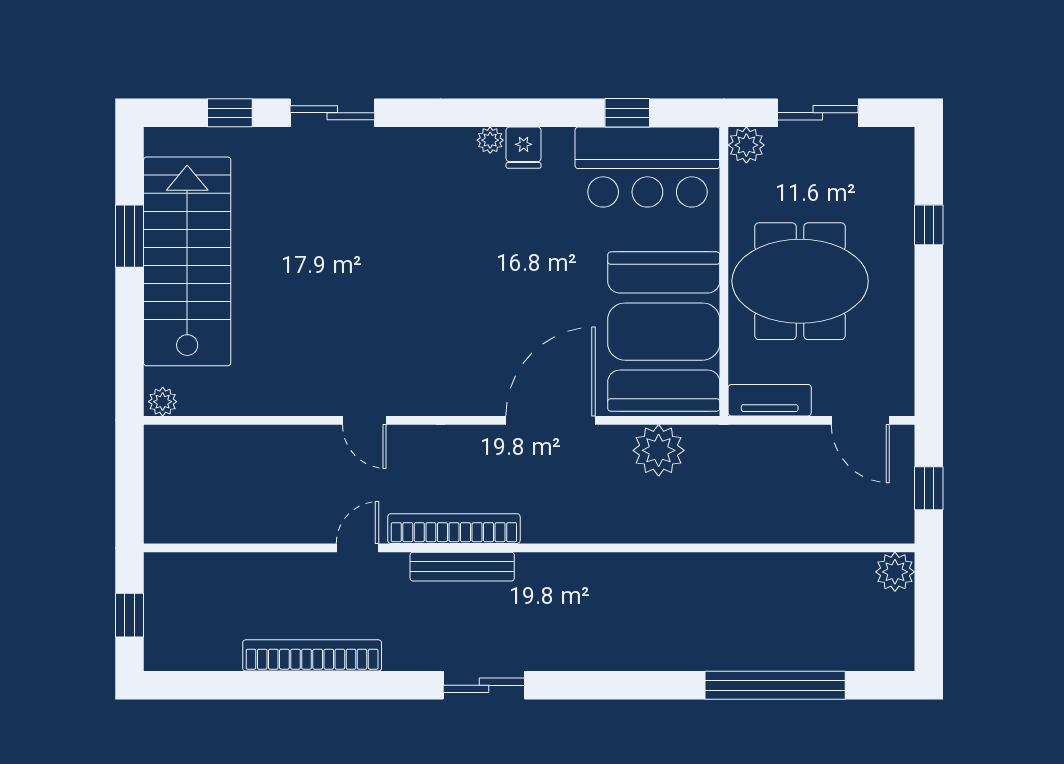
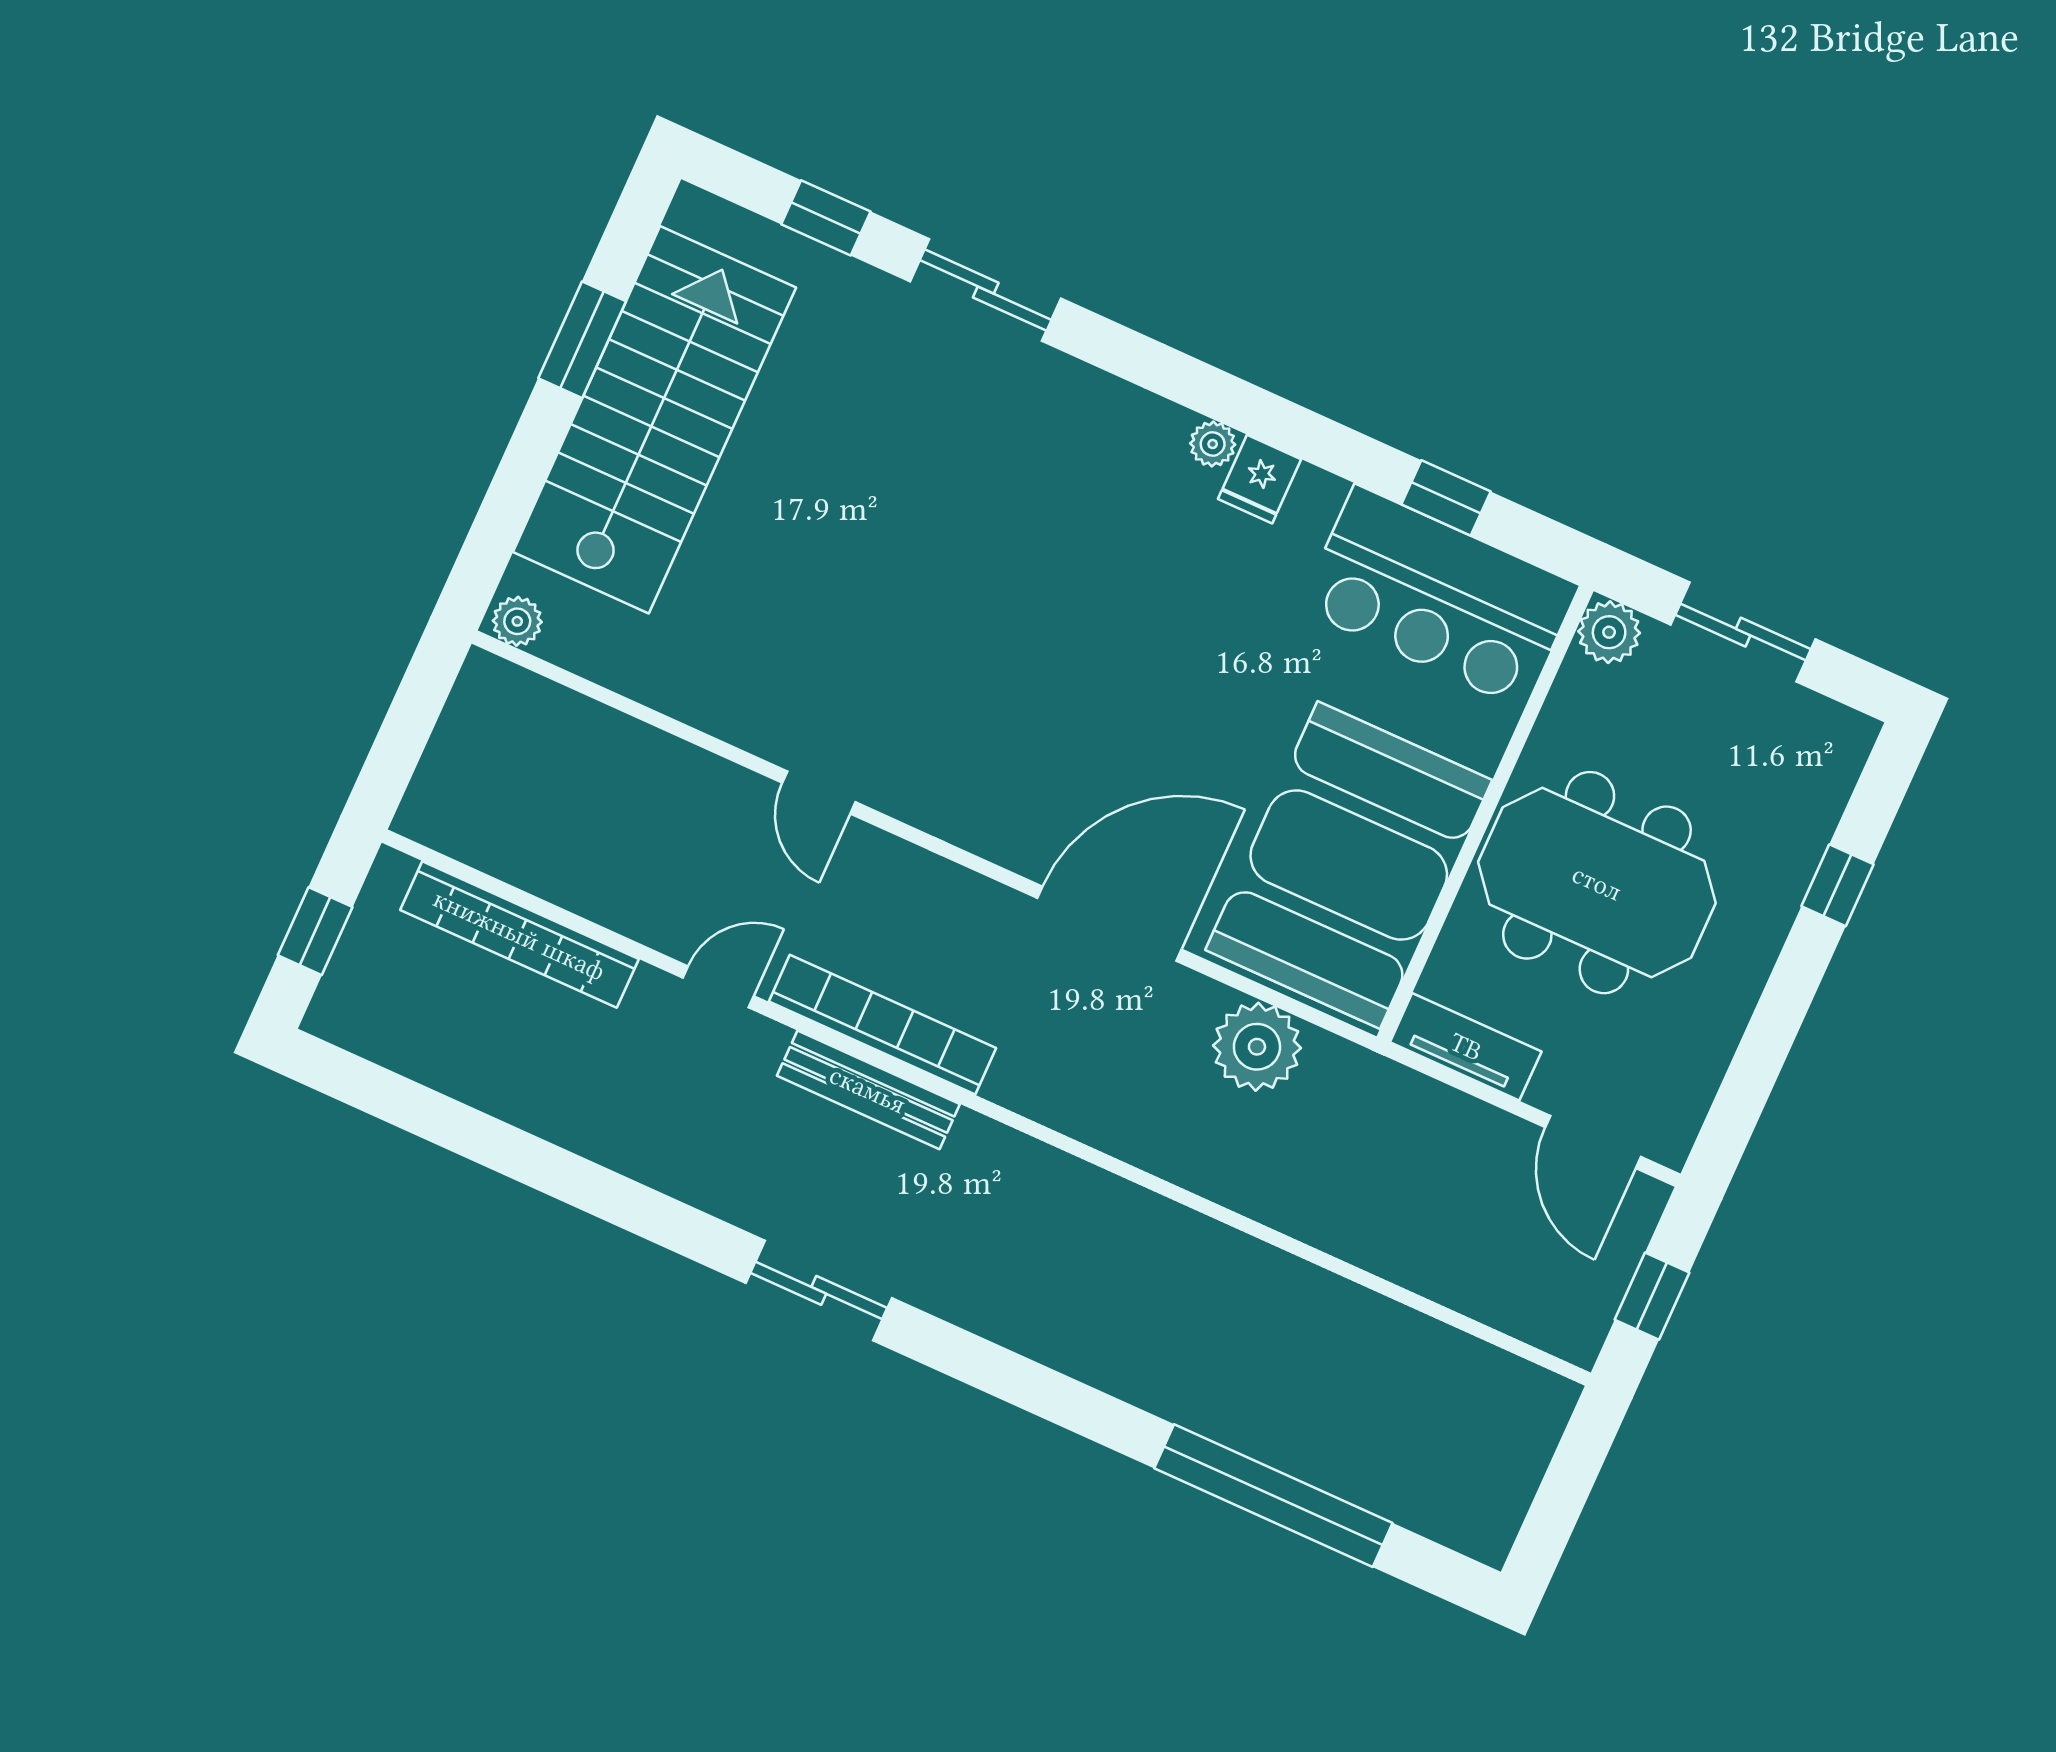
plant: (895, 572) -> (1540, 1403), removed
bookcase: (312, 655) -> (519, 935), moved, turned 180

